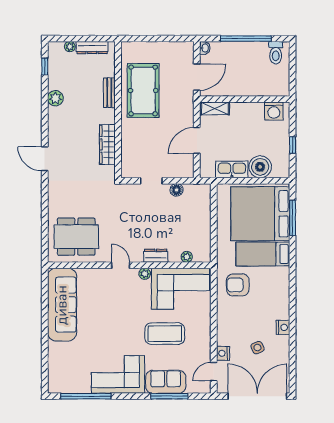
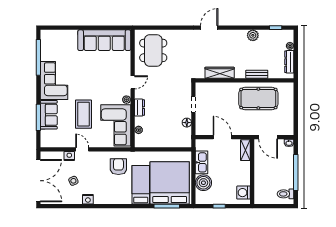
door: (214, 372) -> (82, 149), moved

